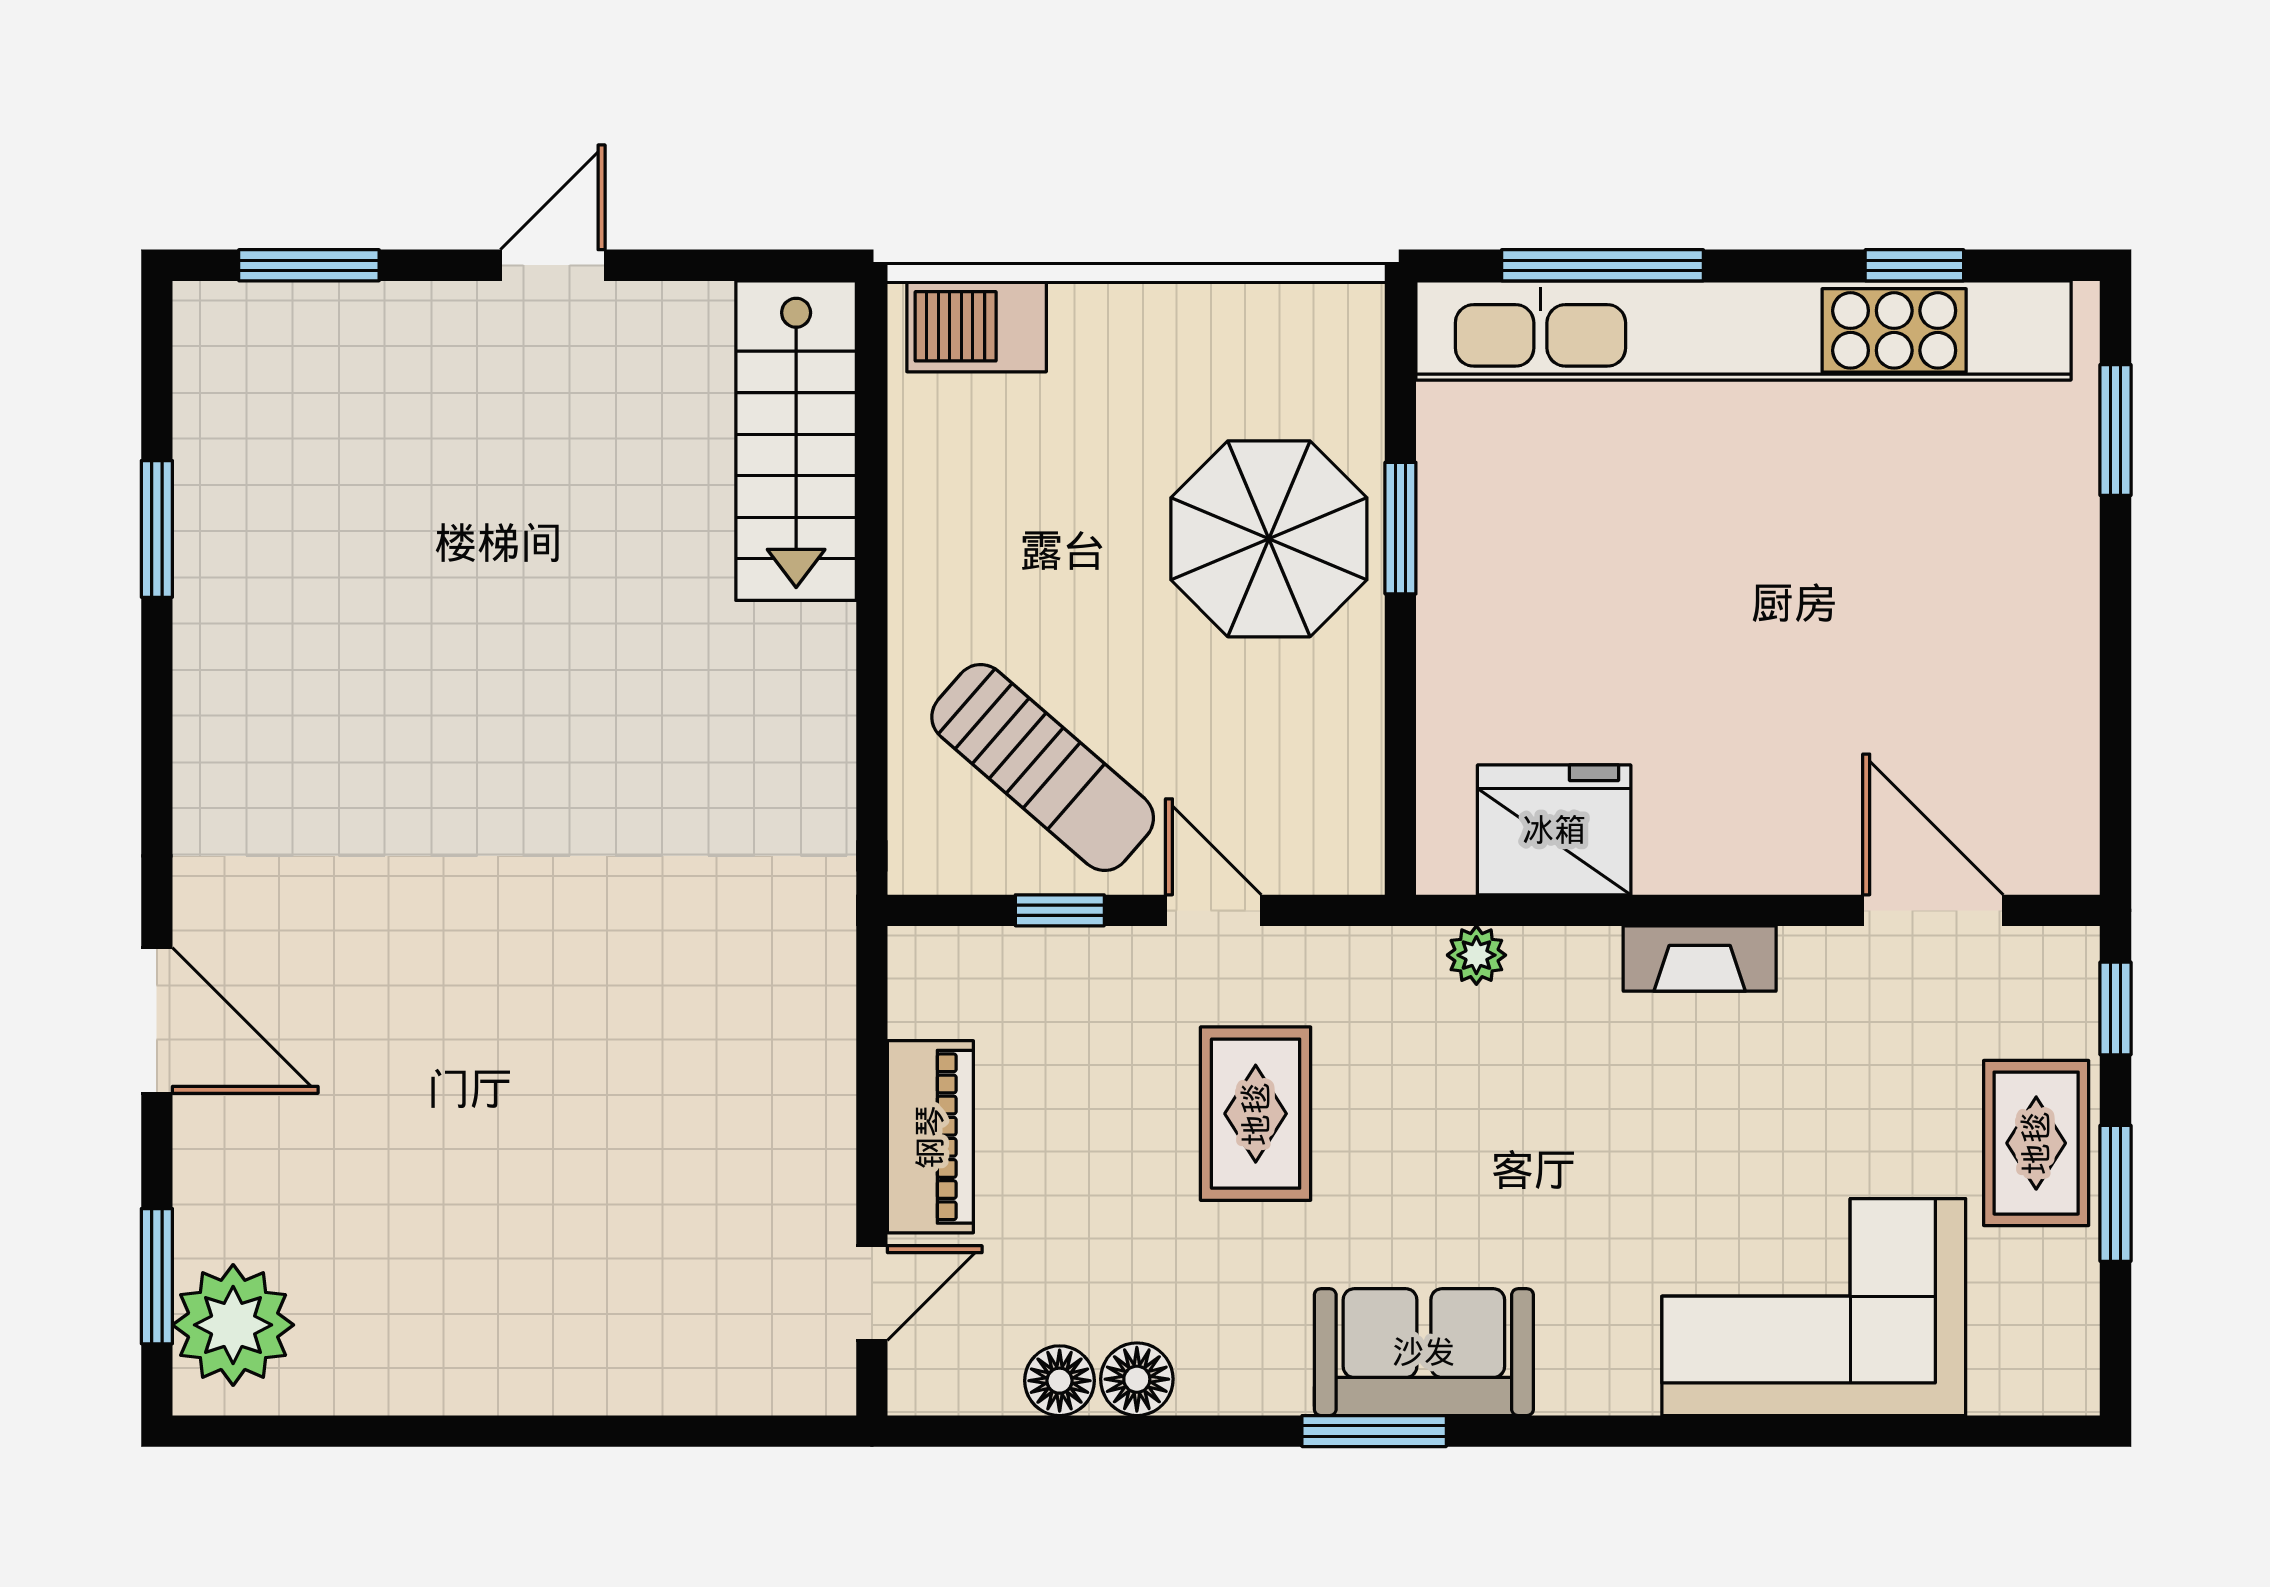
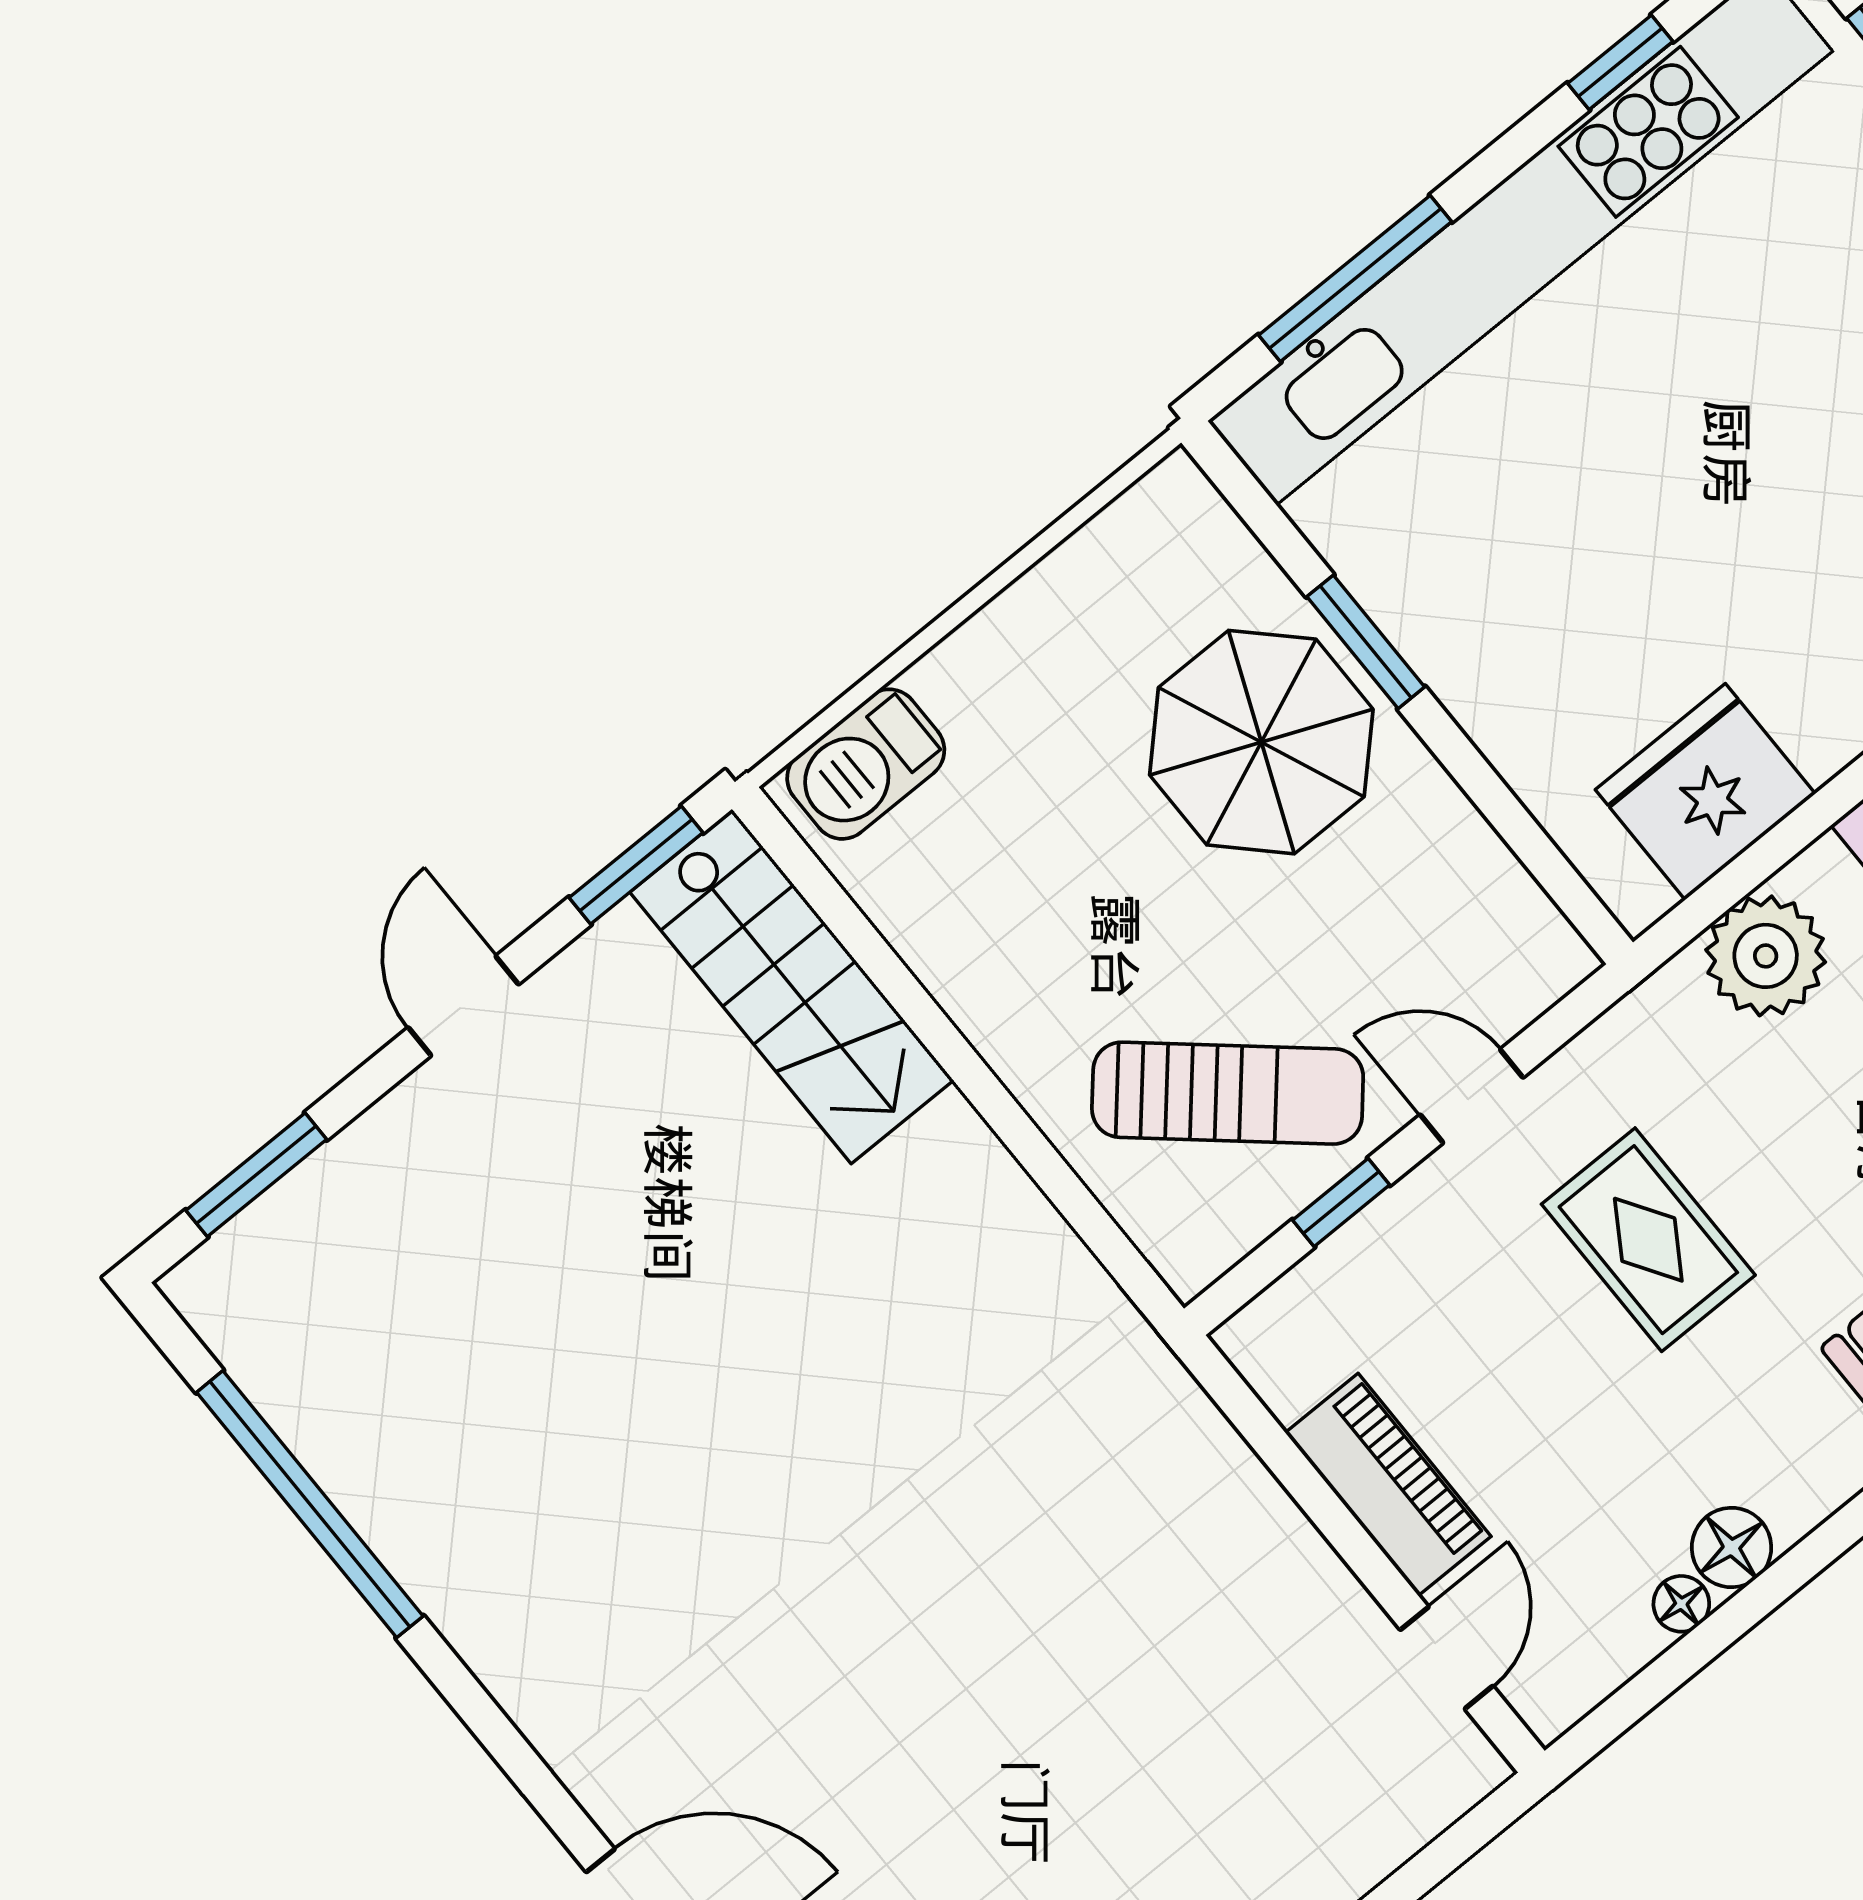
window: (756, 265) -> (636, 865), added
window: (157, 529) -> (310, 1504), width x2.11
plant: (1476, 955) -> (1766, 956), width x1.88, depth x1.88
floor lamp: (1060, 1381) -> (1681, 1604), width x0.73, depth x0.73

